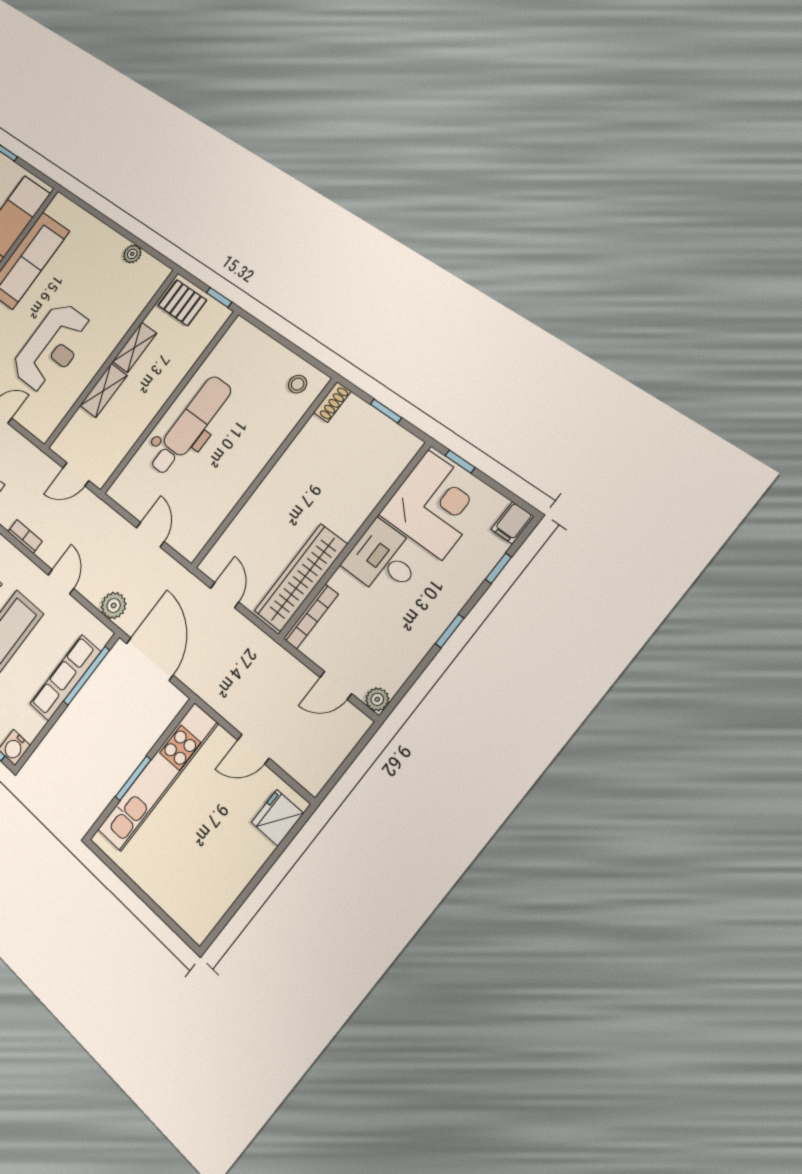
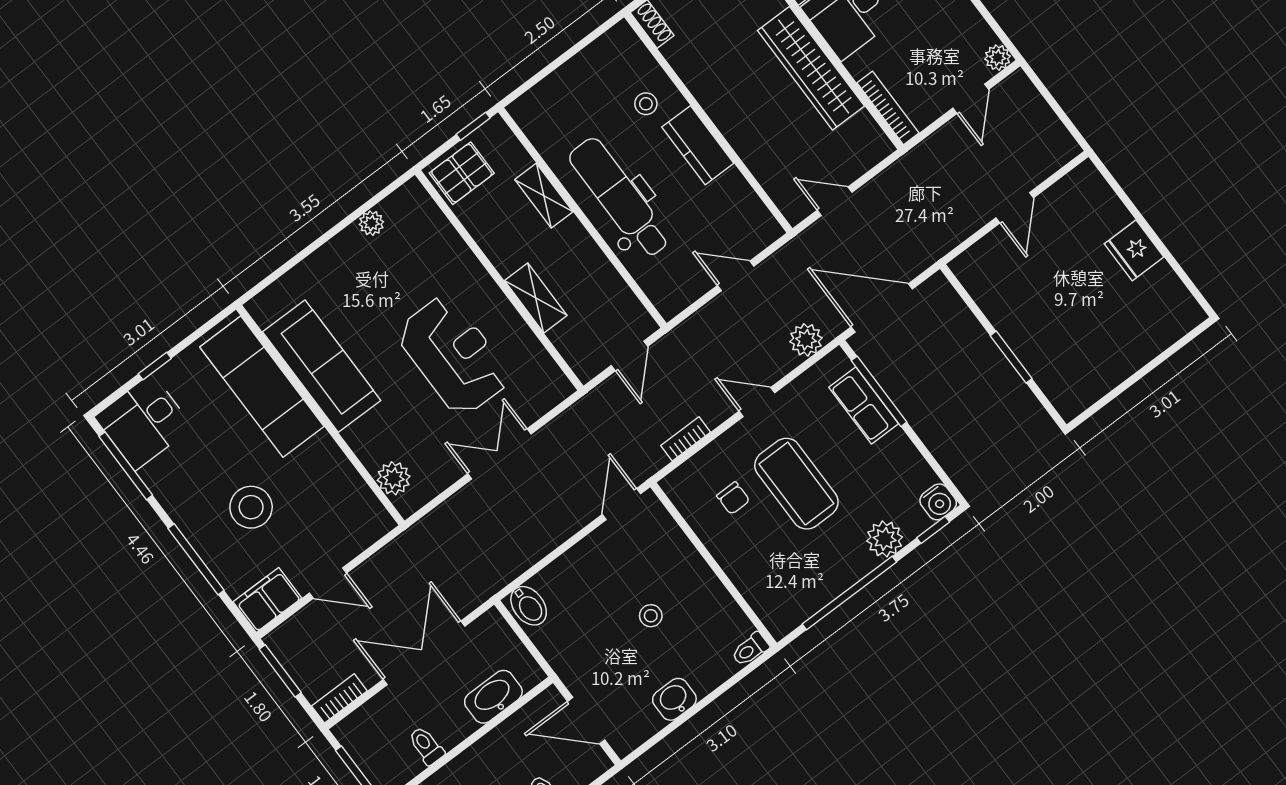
shelving: (134, 347) -> (544, 196), moved
stool: (298, 384) -> (646, 104), moved
kitchen counter: (244, 471) -> (698, 145), added
wardrobe: (301, 578) -> (811, 68), moved
row of seats: (65, 678) -> (864, 405), width x0.68
kitchen unit: (158, 777) -> (1017, 327), removed
fridge: (277, 818) -> (1134, 250), moved

